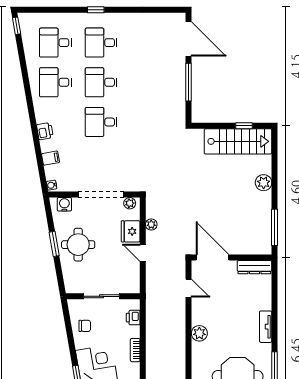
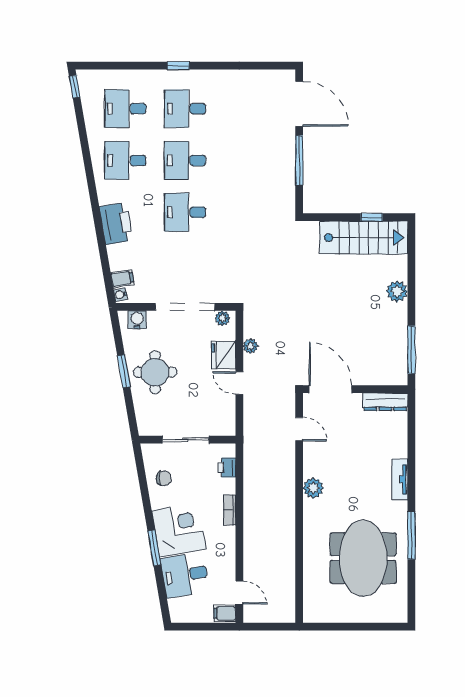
printer: (45, 131) -> (116, 223), width x1.87, depth x1.48
filing cabinet: (51, 158) -> (122, 279), moved

